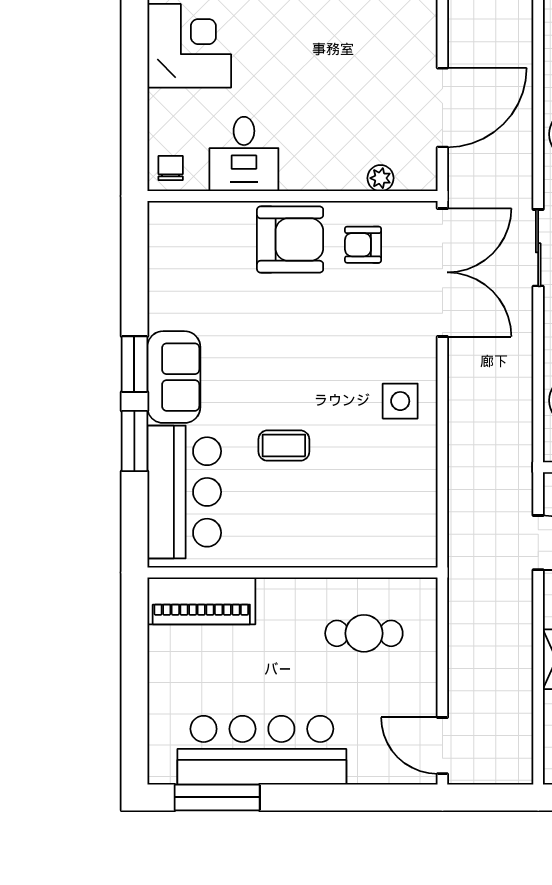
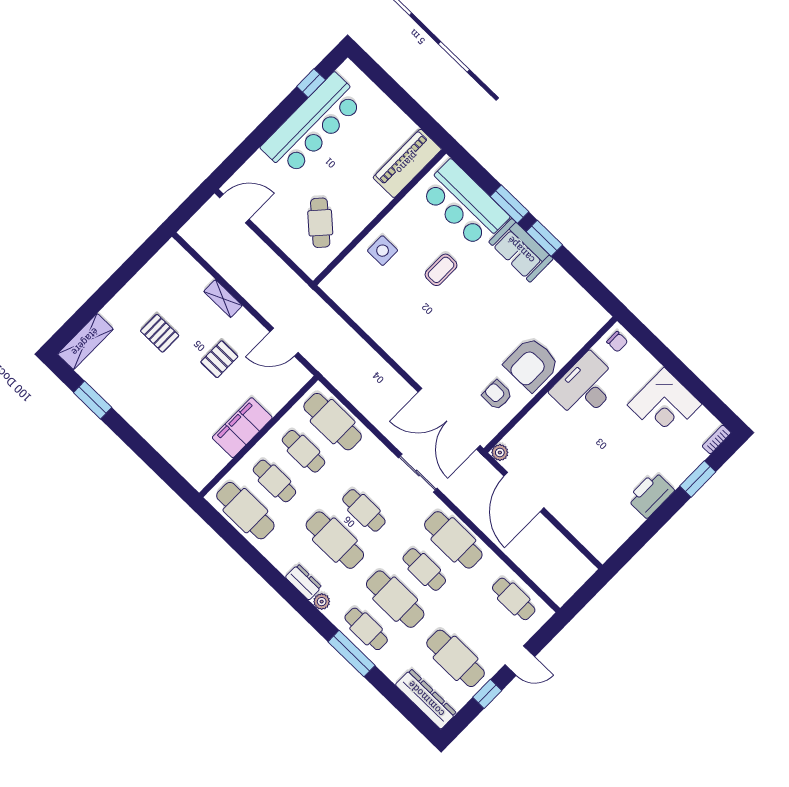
desk: (244, 154) -> (585, 387), width x1.37
plant: (381, 178) -> (500, 453), moved
armchair: (363, 245) -> (497, 395), turned -90
side table: (400, 401) -> (383, 251), moved
cafe table: (364, 633) -> (320, 223), turned -48
window: (217, 797) -> (311, 83), width x0.46

